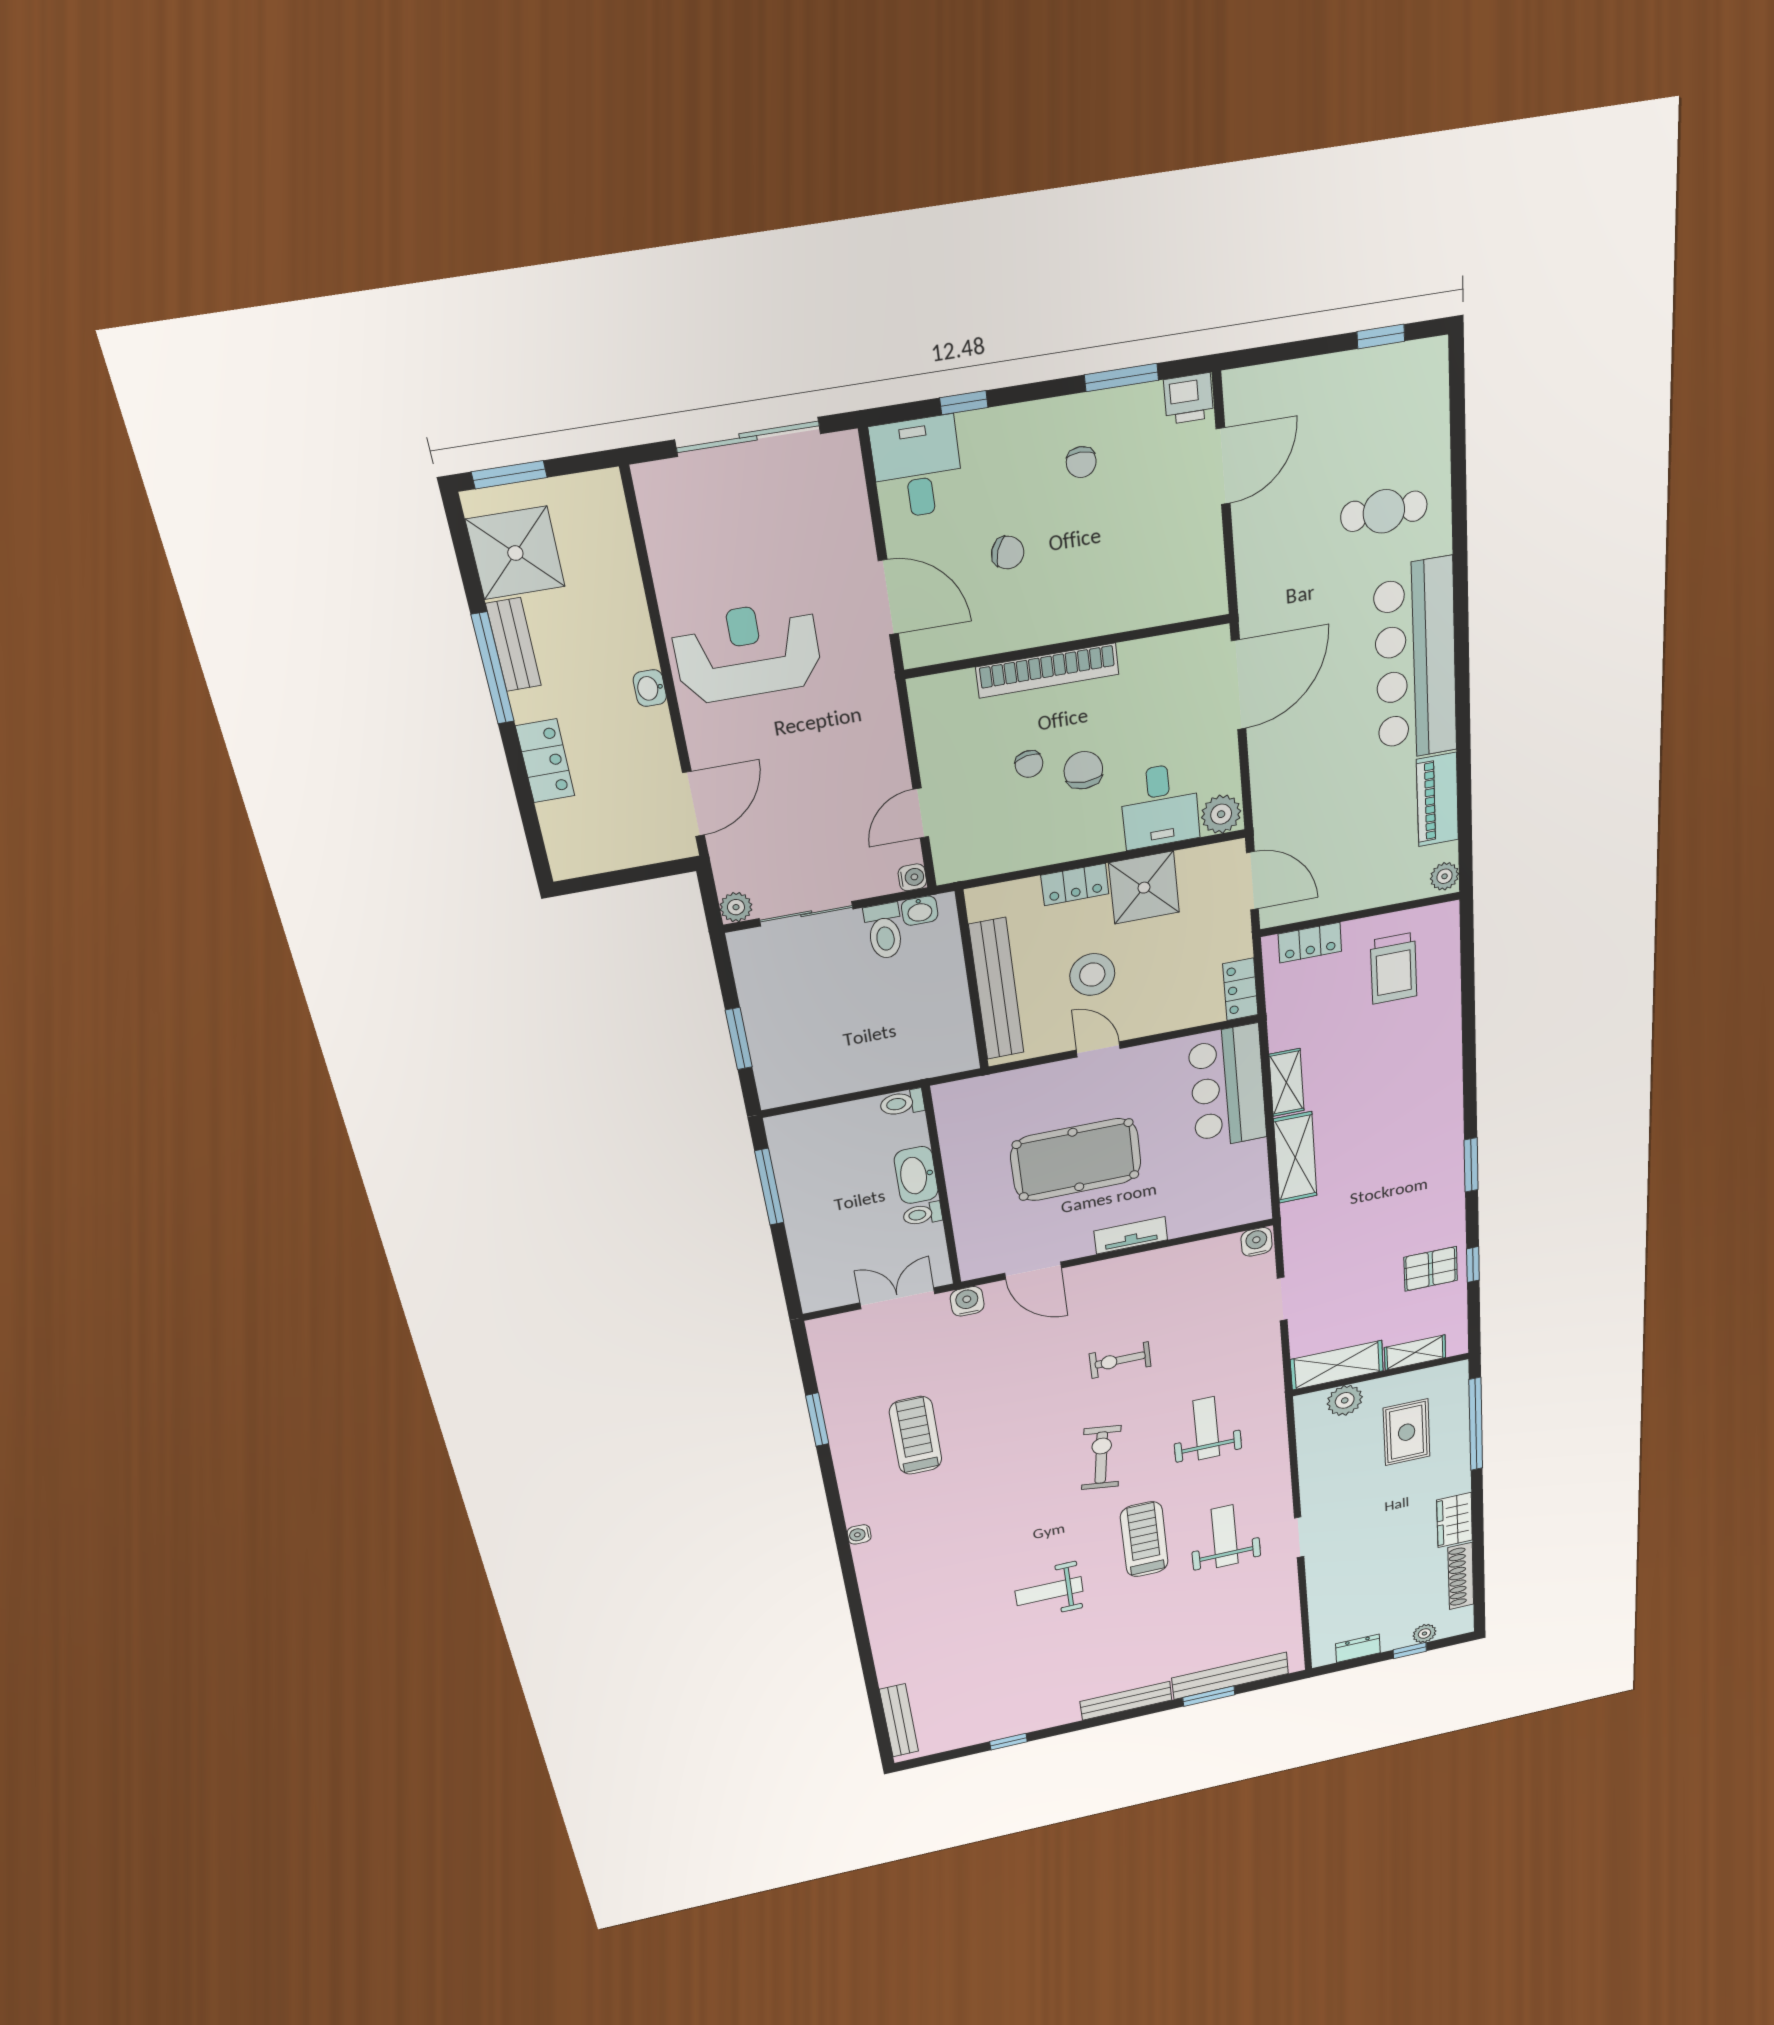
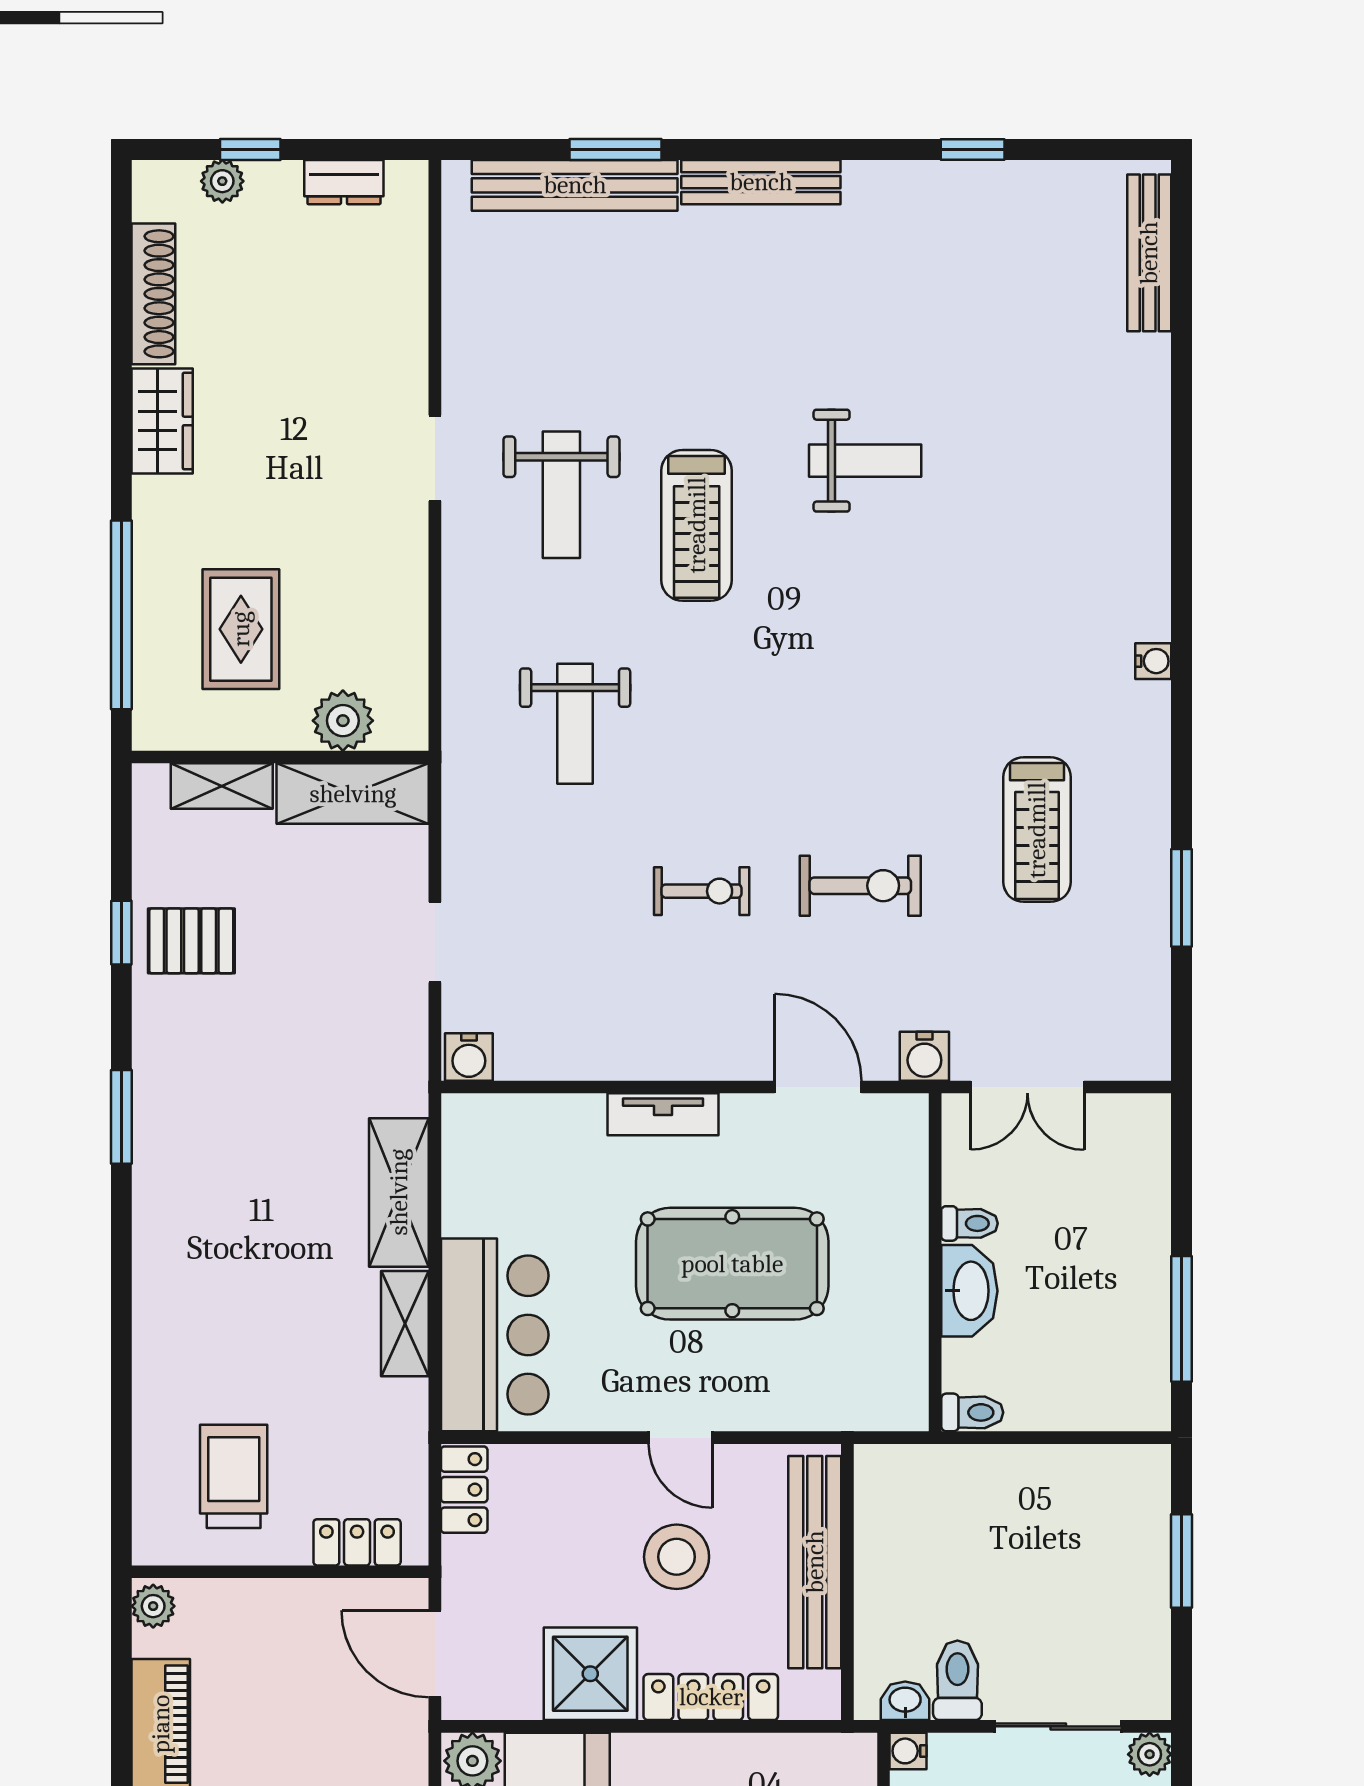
locker: (1075, 885) -> (711, 1697), width x1.53
exercise bike: (1101, 1458) -> (860, 886), moved, turned -98

